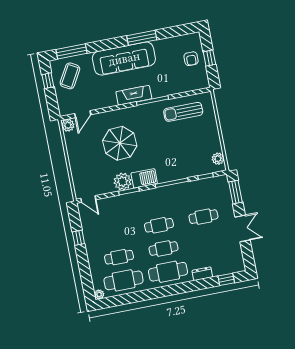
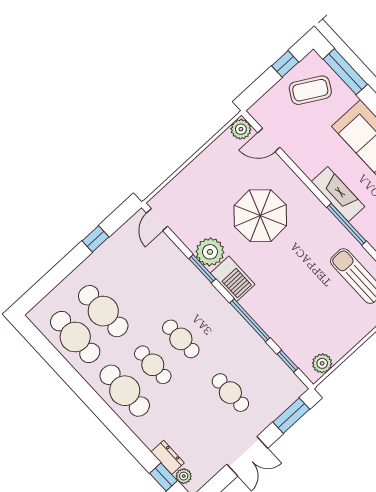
cafe table: (119, 257) -> (103, 311), width x1.37, depth x1.35
dresser: (202, 274) -> (168, 457), moved
plant: (99, 294) -> (184, 476), moved

